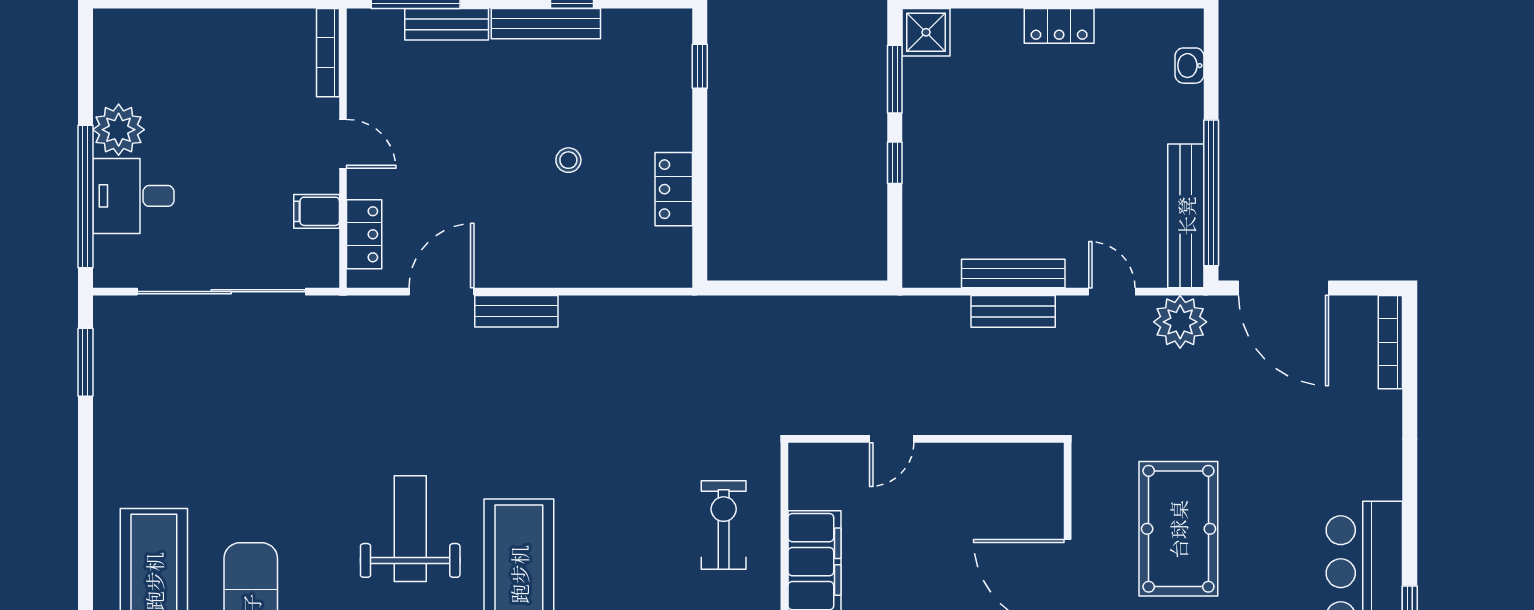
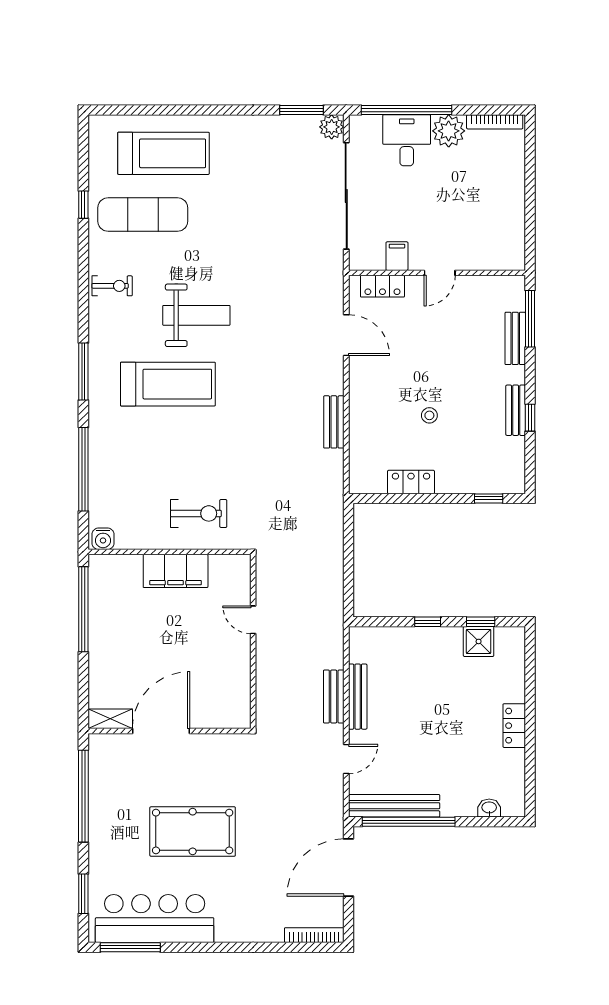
bench: (546, 24) -> (516, 410), width x0.73
shower: (926, 32) -> (479, 641), moved
bookcase: (328, 53) -> (495, 122), moved, turned 180
window: (895, 79) -> (481, 622), width x0.67
bench: (516, 311) -> (334, 422), moved
plant: (1180, 322) -> (332, 127), moved, width x0.73, depth x0.73
pool table: (1178, 529) -> (193, 832), moved

